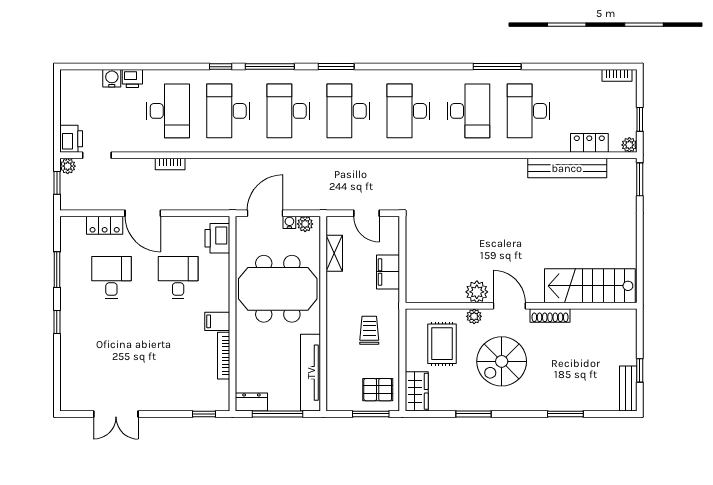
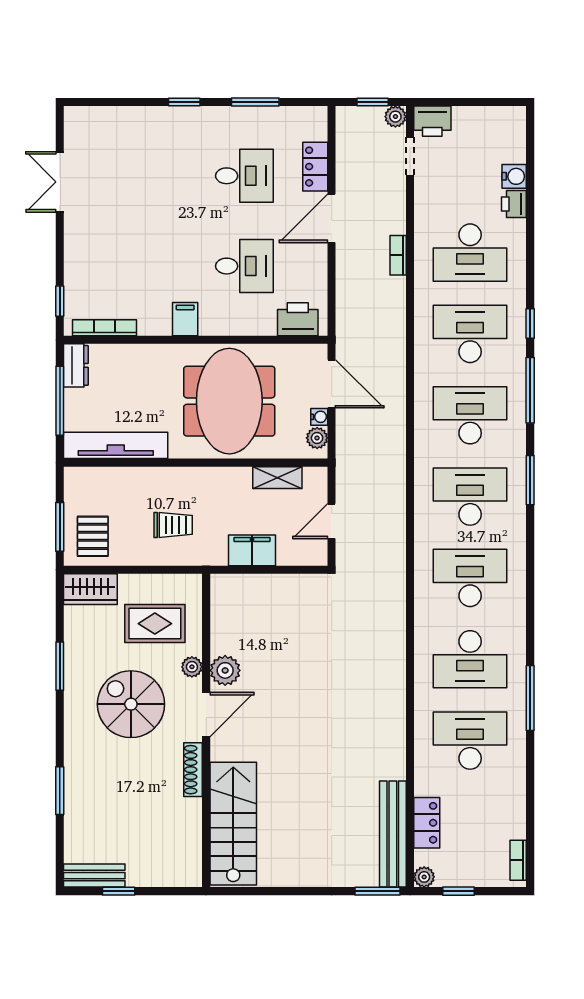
bench: (567, 168) -> (393, 834), moved
bookcase: (224, 356) -> (105, 328), moved

